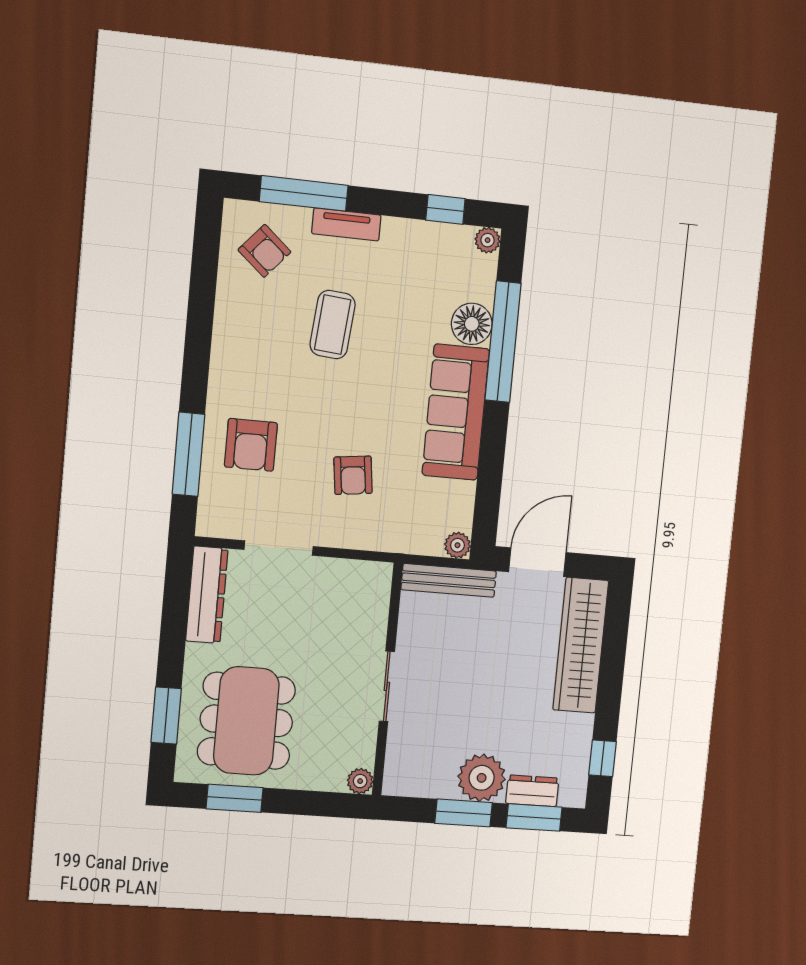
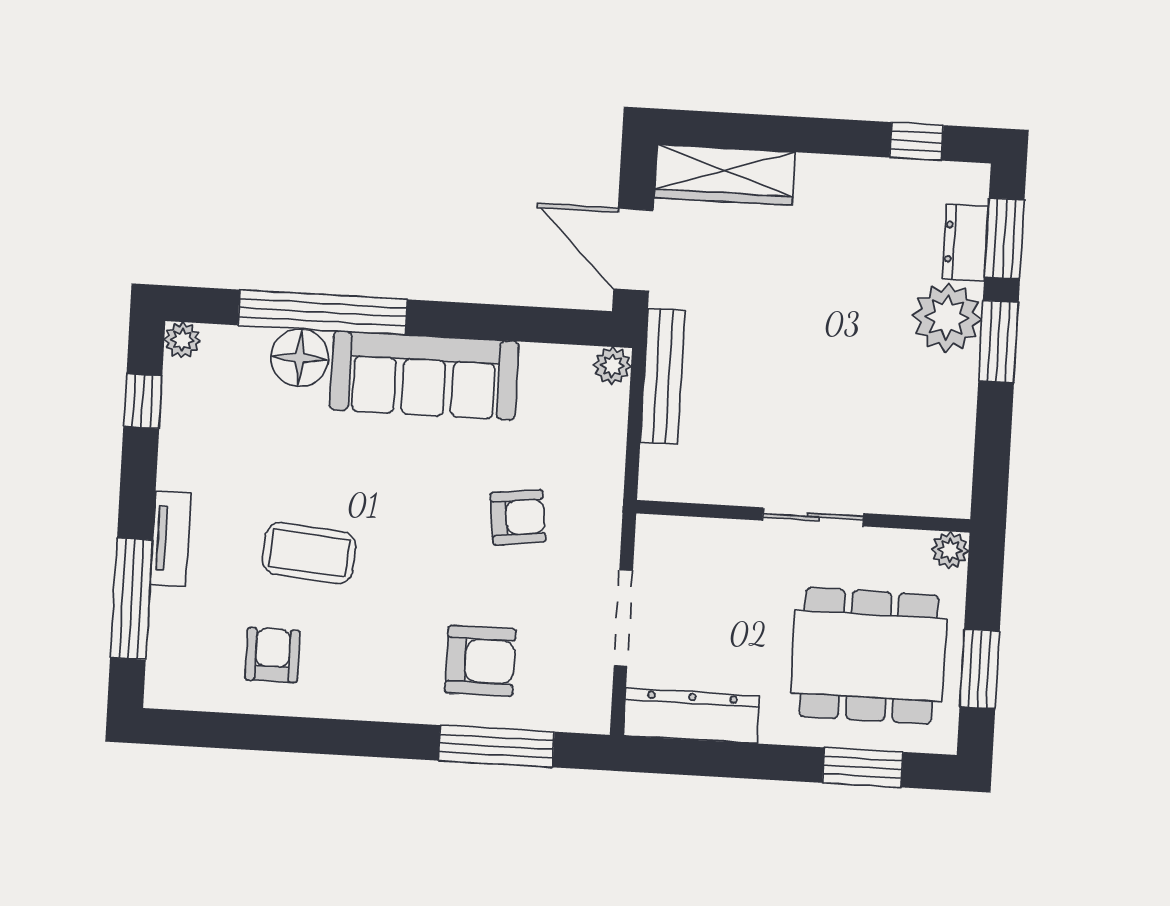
armchair: (264, 251) -> (272, 655), moved, turned -41
wardrobe: (581, 645) -> (725, 175), width x0.71, depth x0.85
wall: (387, 680) -> (803, 516), moved
sliding door: (387, 686) -> (813, 517), moved
plant: (360, 781) -> (950, 550), moved

